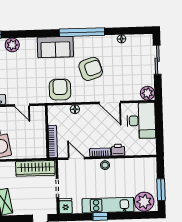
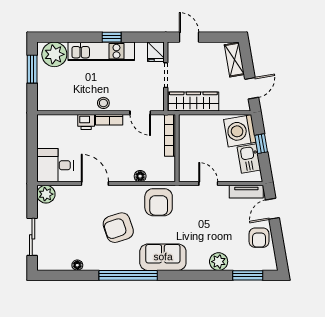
desk: (141, 121) -> (55, 165), width x0.73

